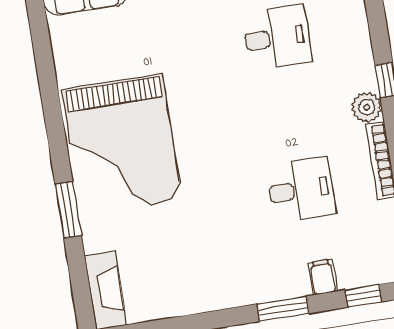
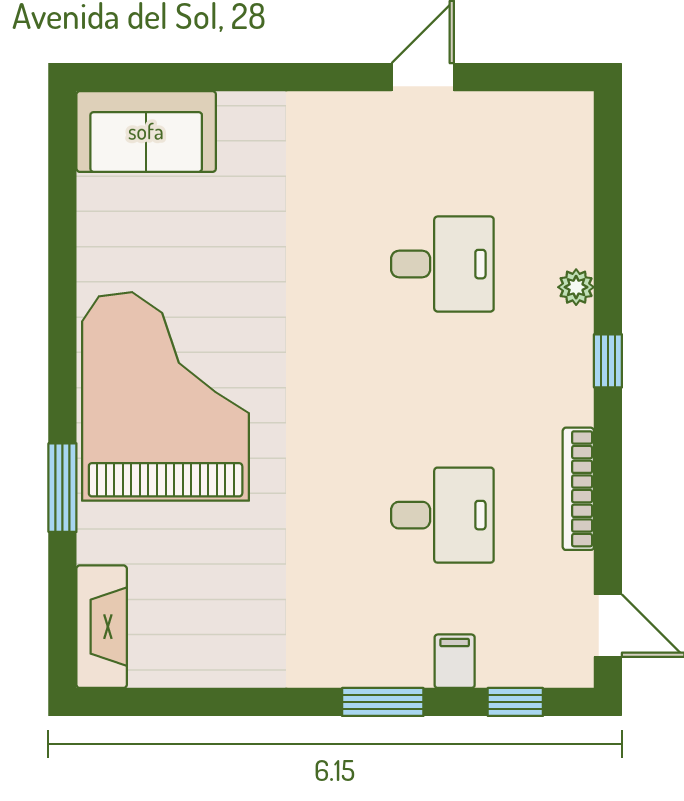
plant: (367, 107) -> (576, 287), moved, width x0.73, depth x0.73
grand piano: (122, 145) -> (166, 396), turned 180

